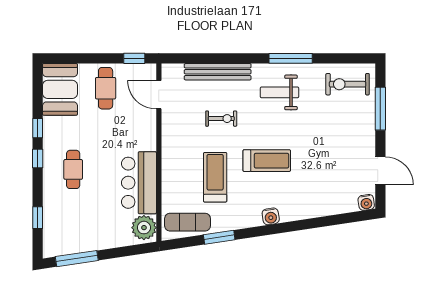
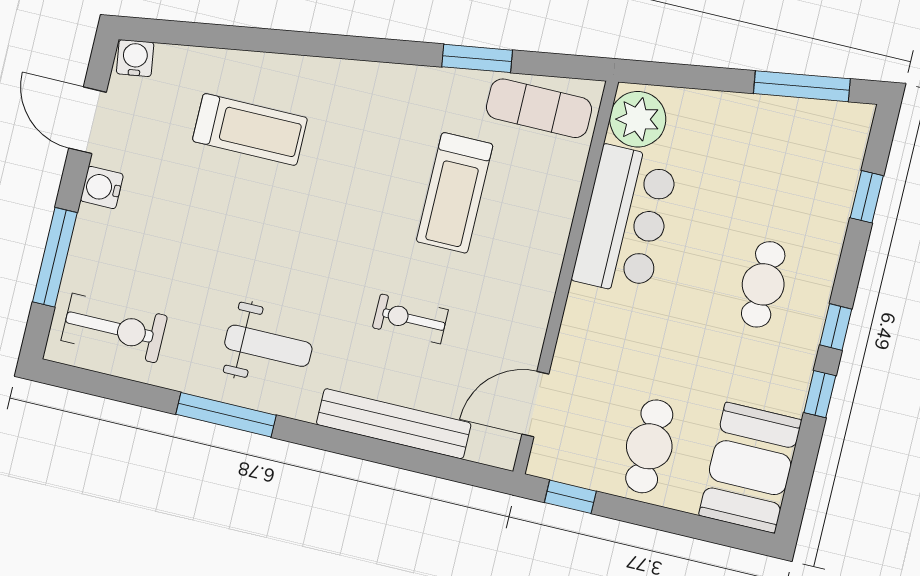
door: (159, 95) -> (535, 404), swing flipped
treadmill: (267, 161) -> (250, 129), moved, turned 180
water cooler: (271, 216) -> (102, 187), moved, turned -81

